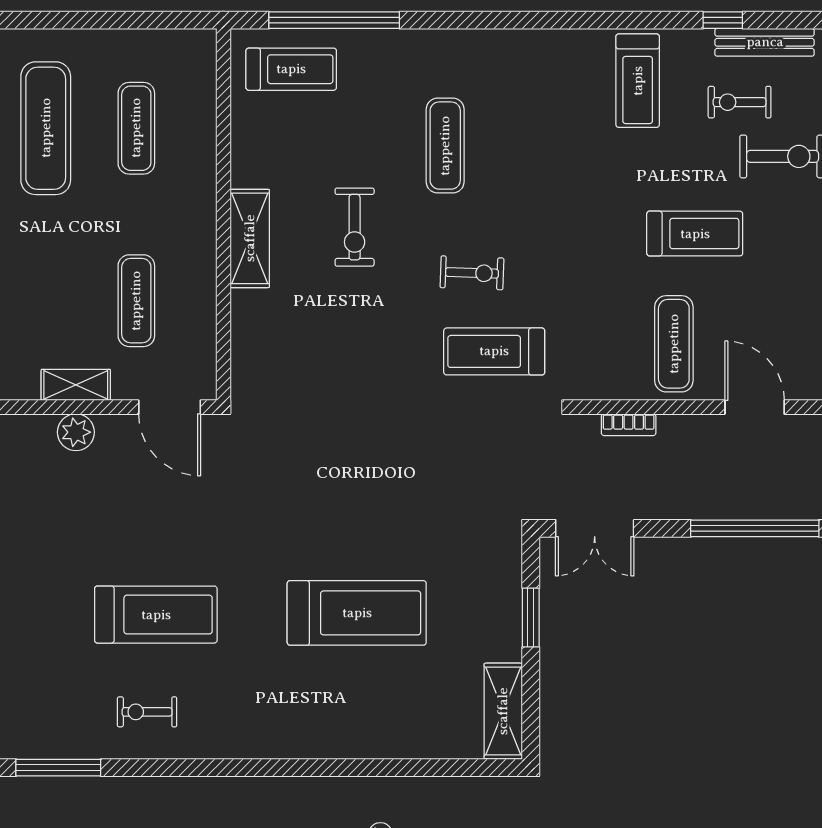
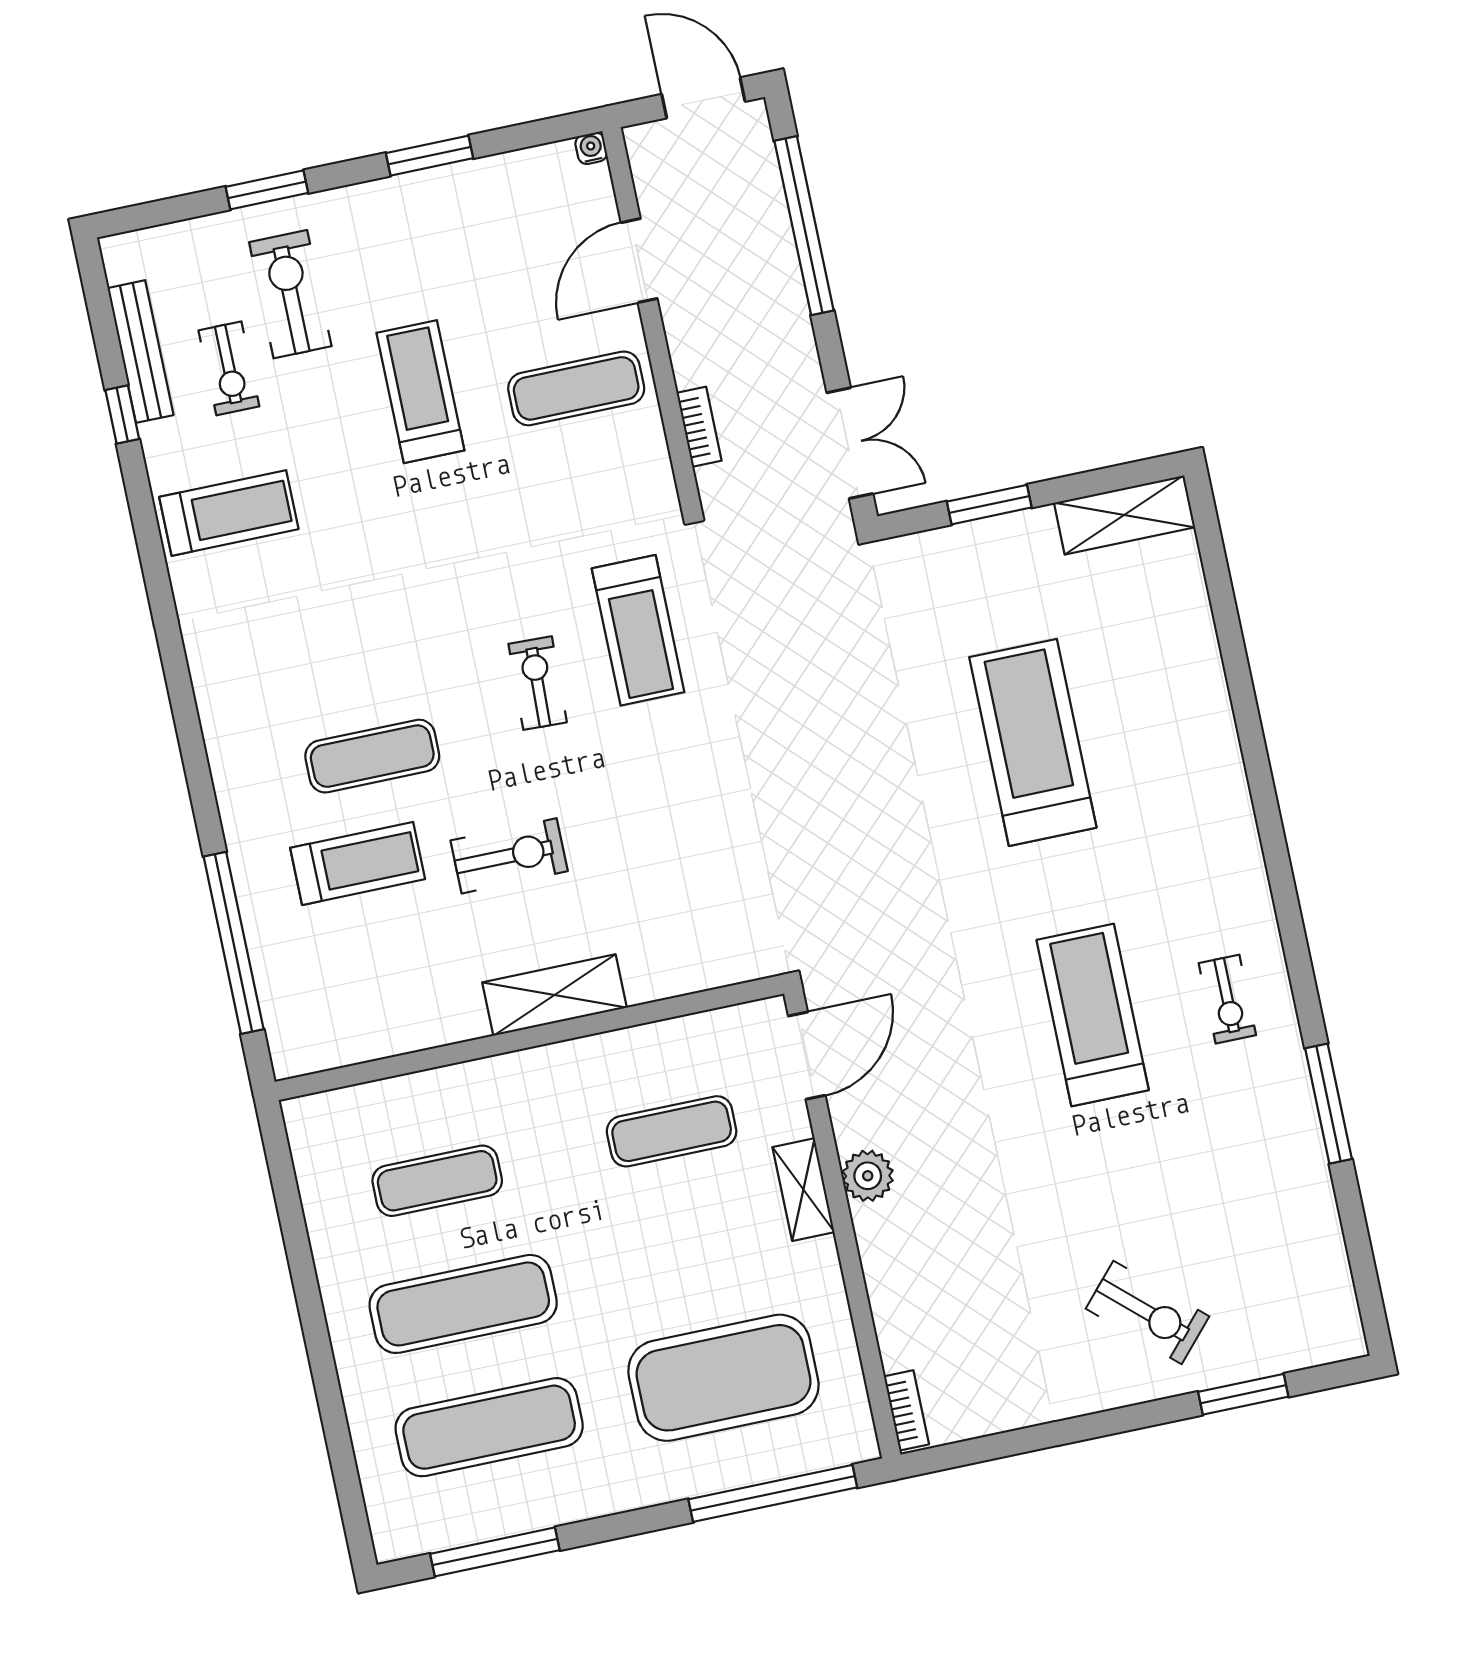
treadmill: (291, 69) -> (358, 863), moved, turned 90

